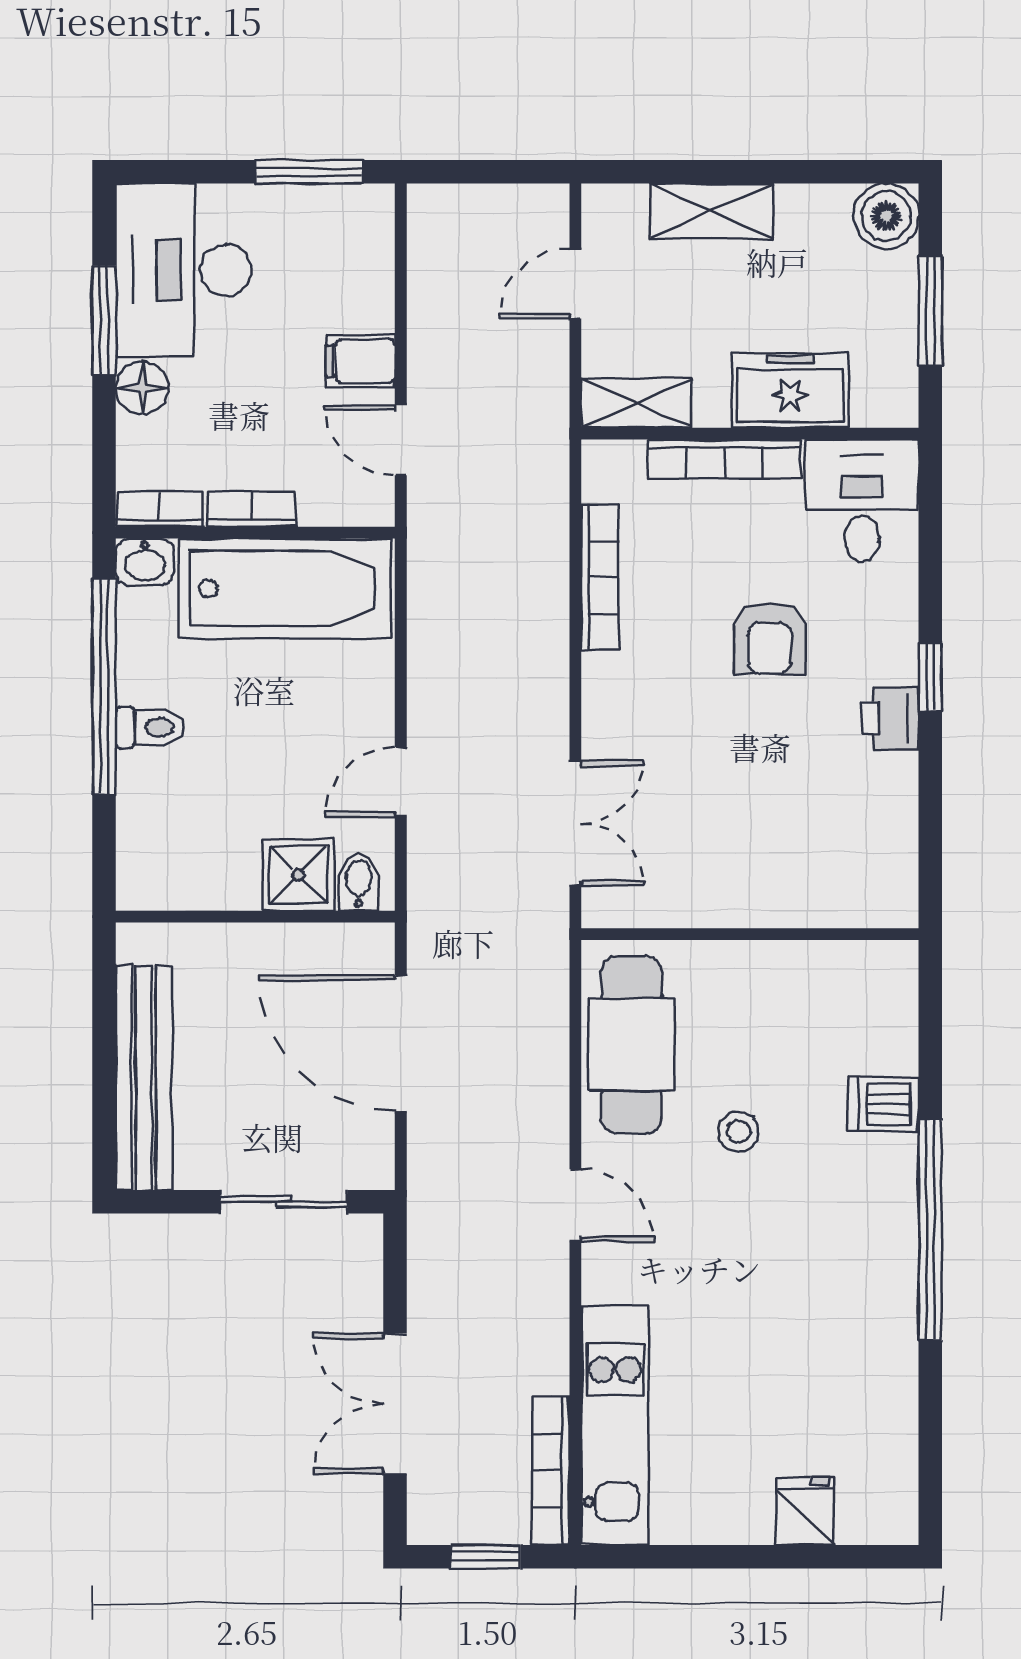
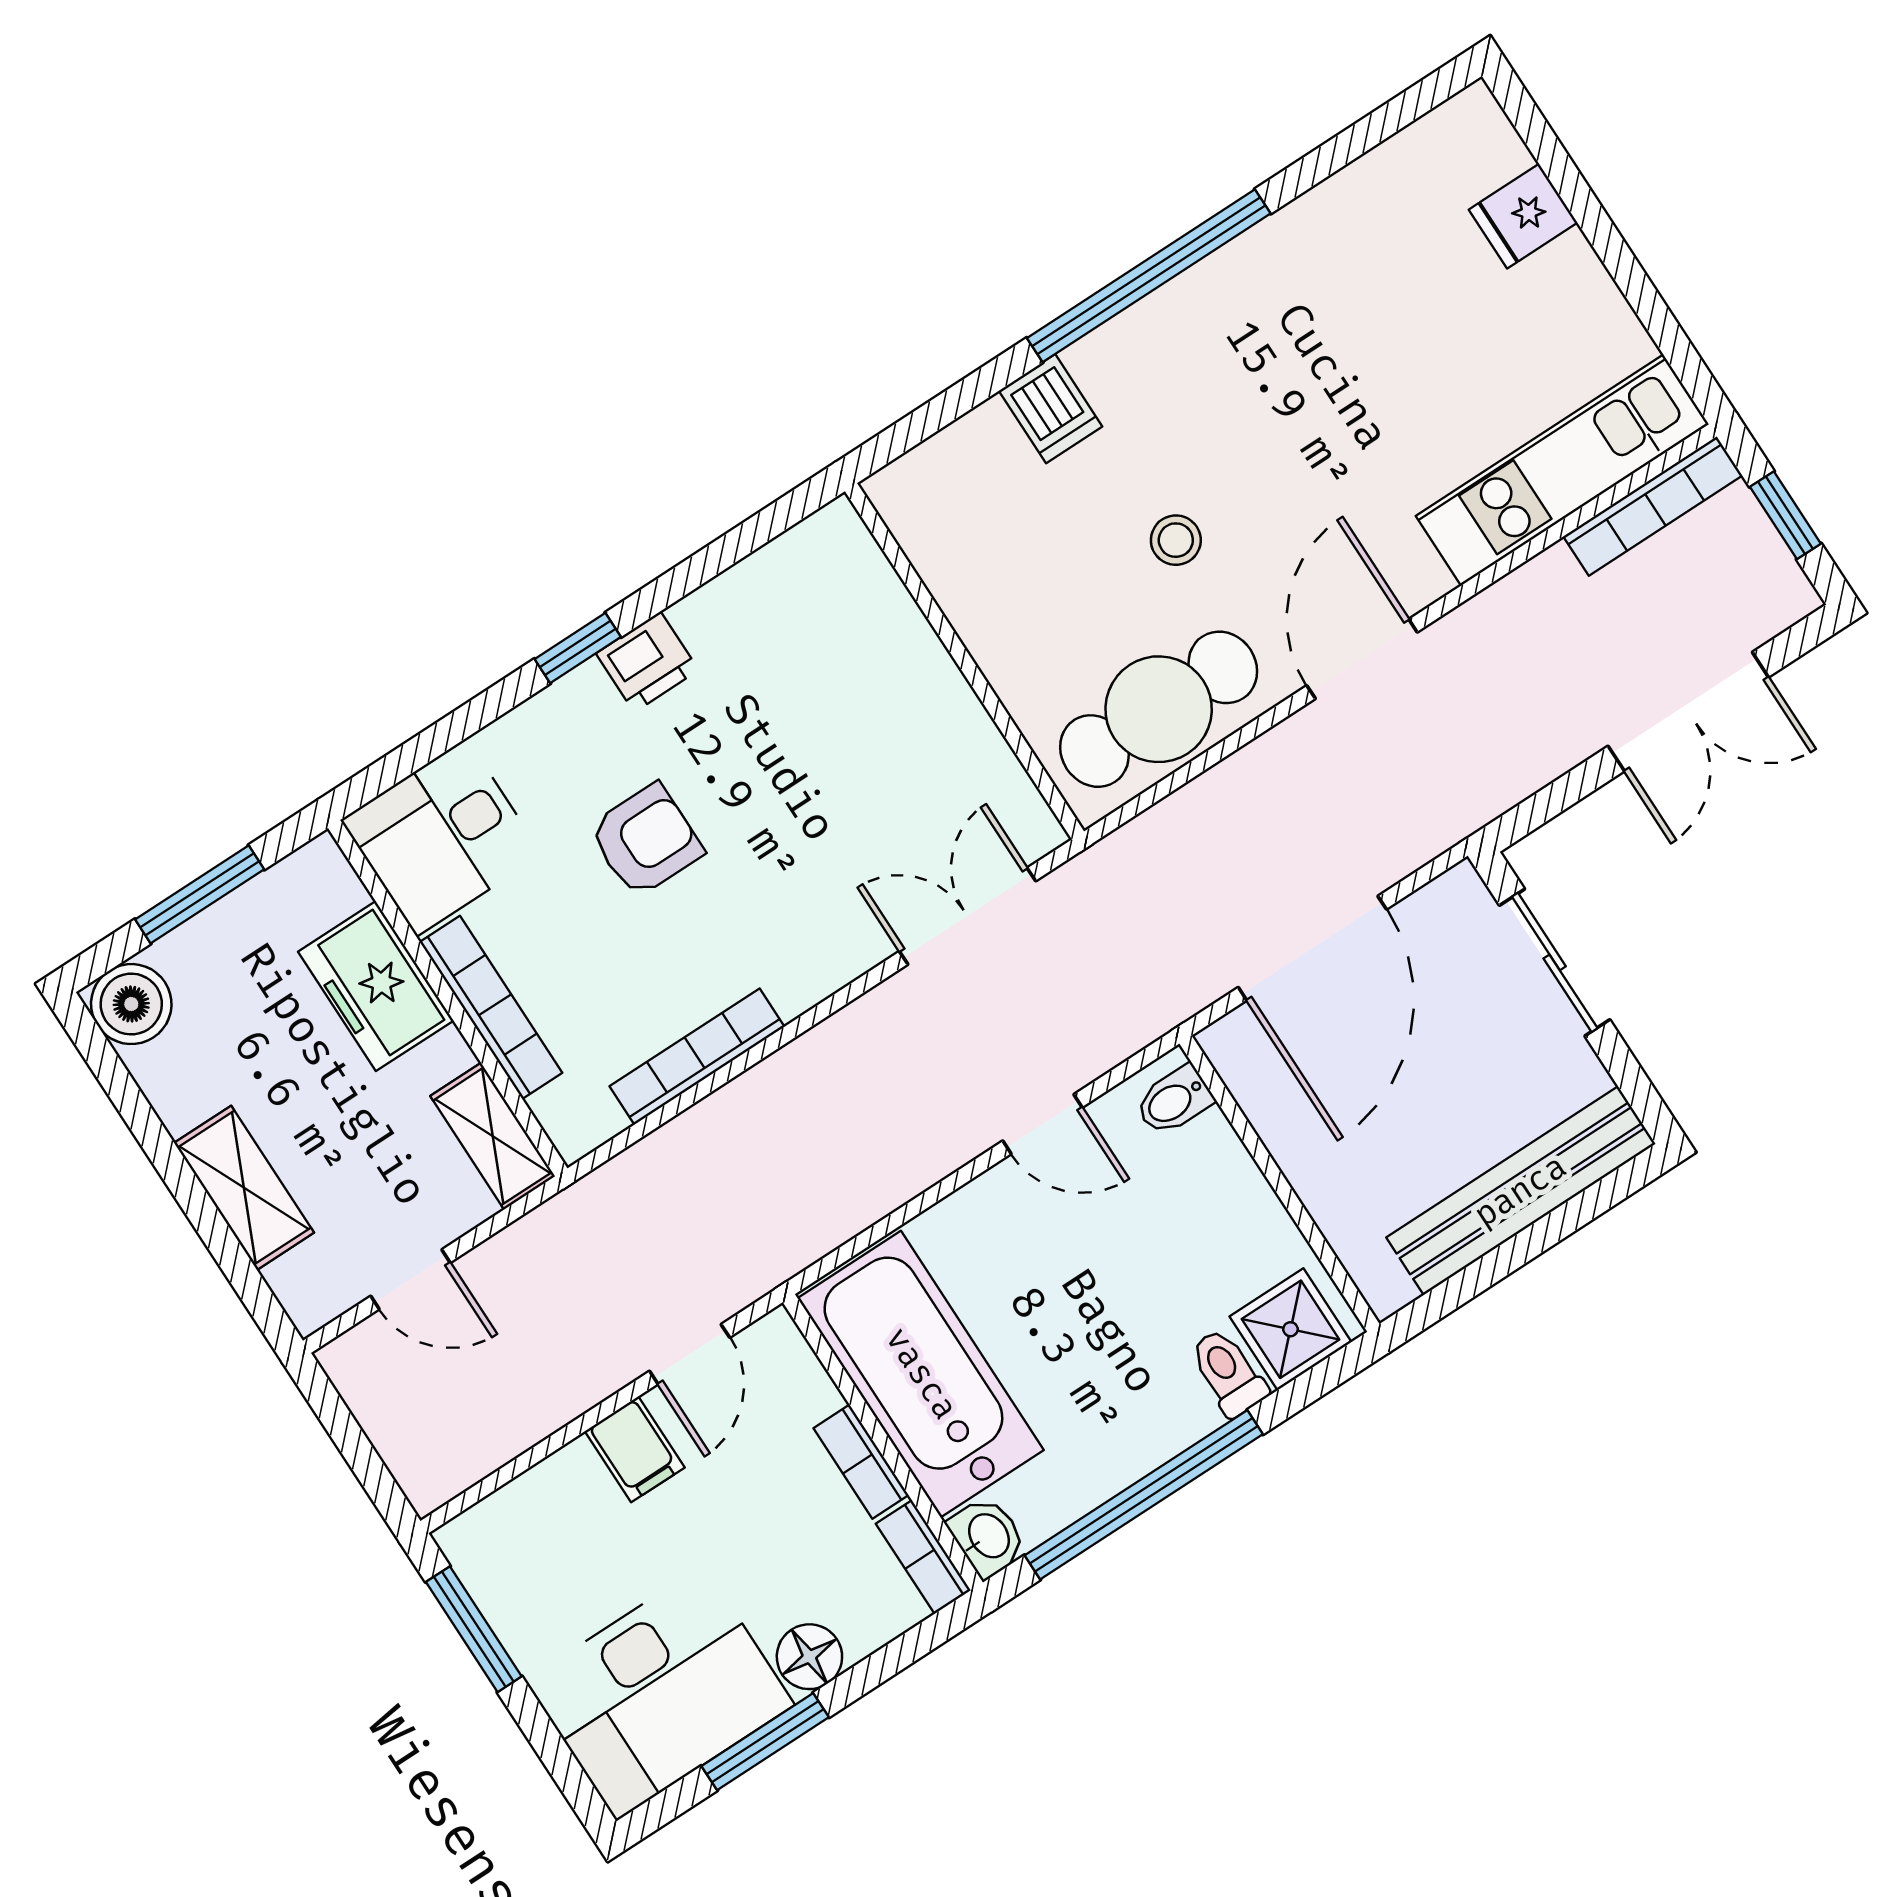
toilet: (150, 727) -> (1228, 1372), moved
shower: (298, 875) -> (1290, 1329), moved
door: (575, 1205) -> (1362, 659), width x1.37

